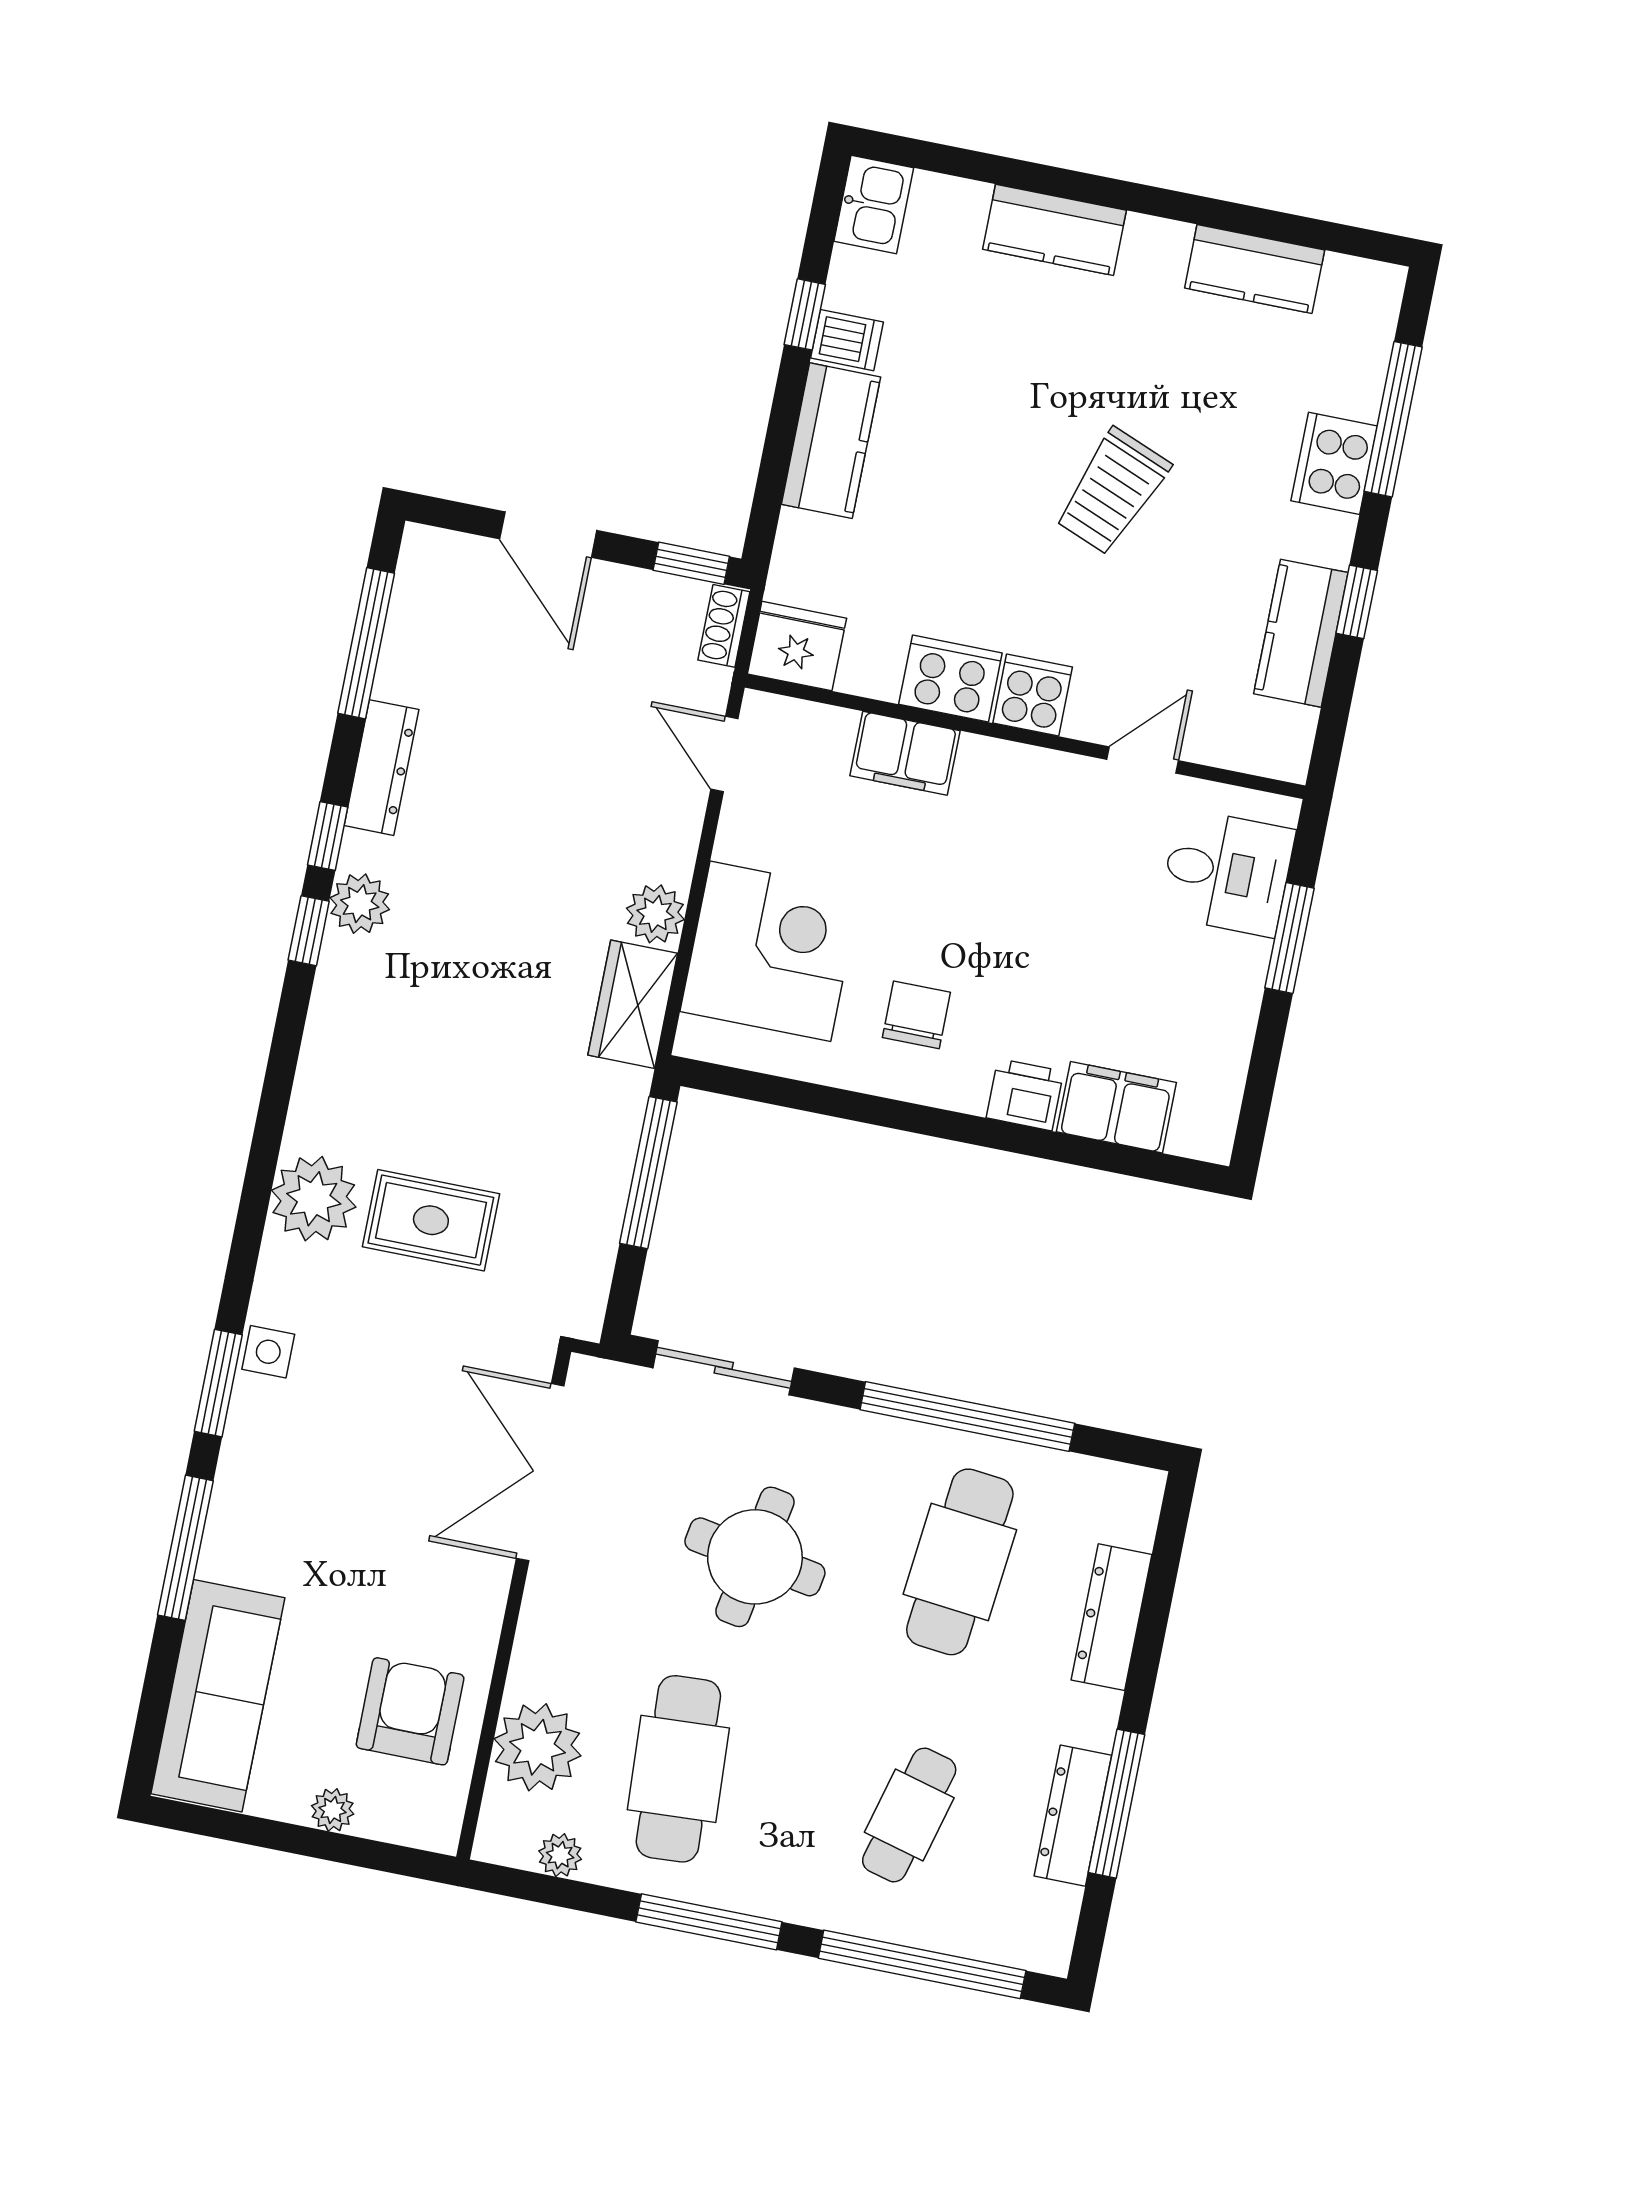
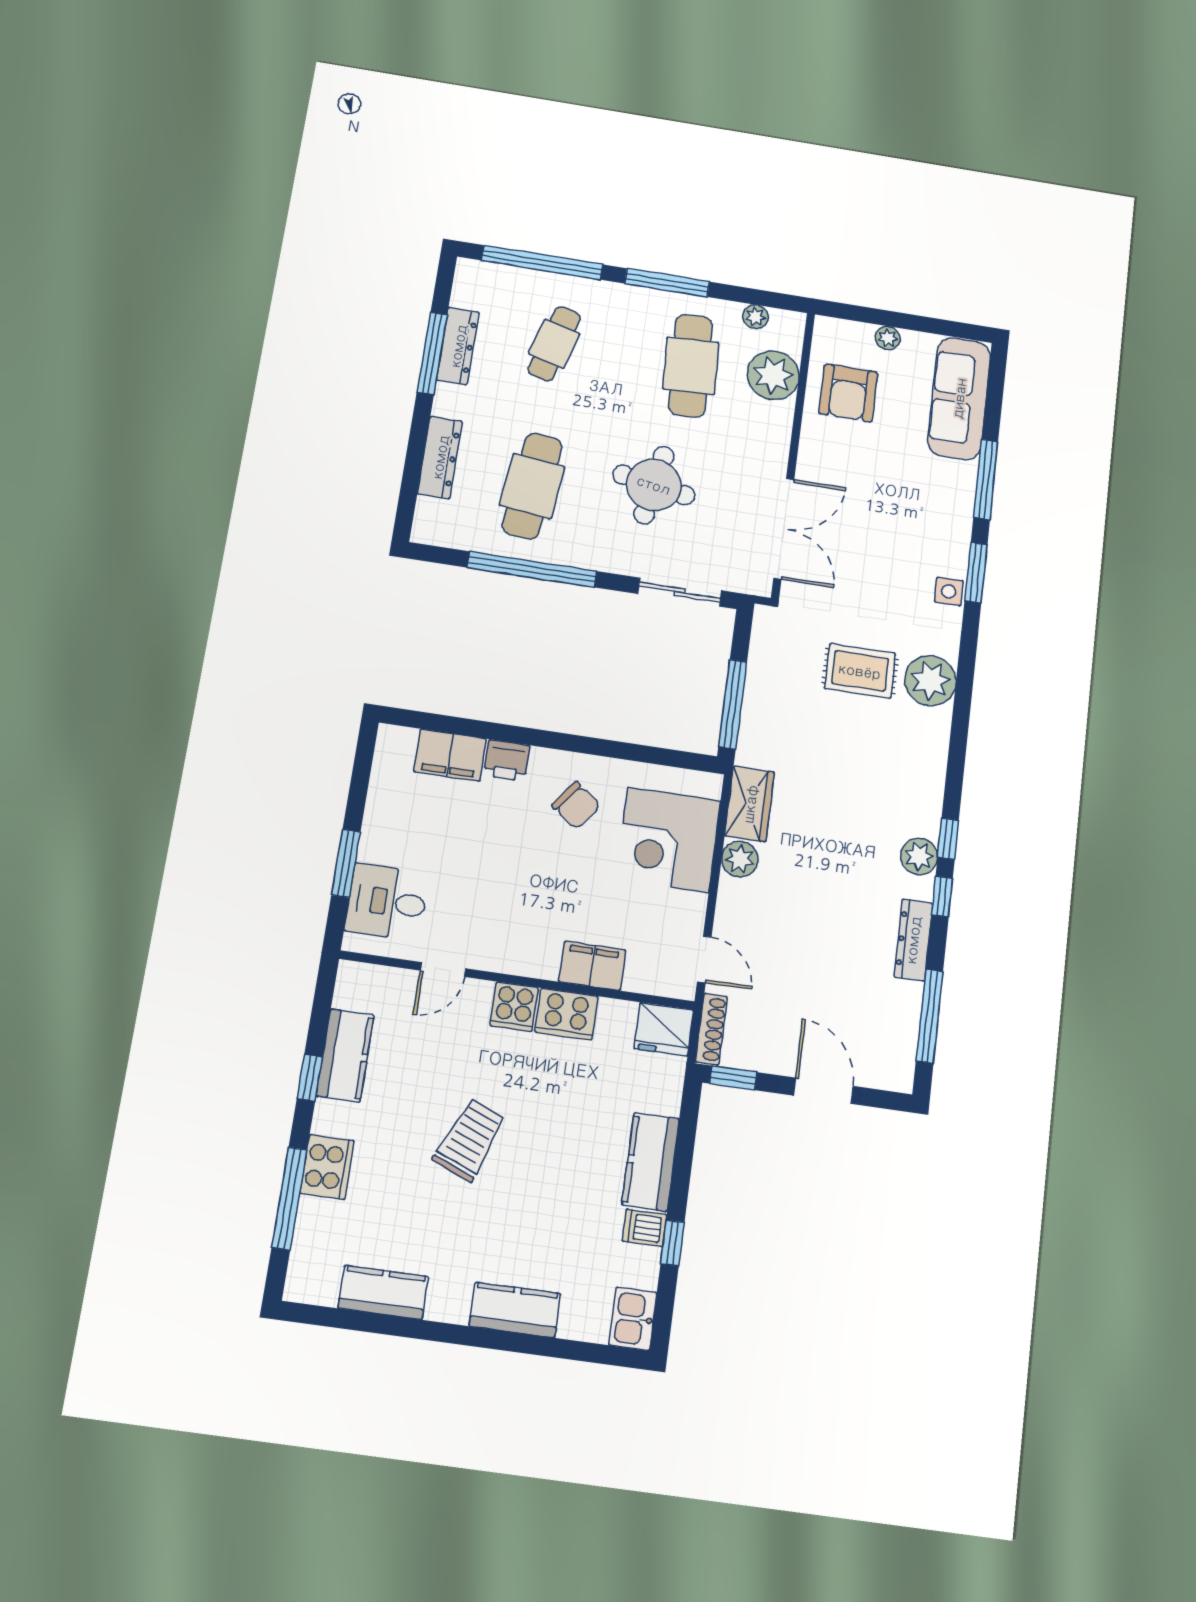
shoe rack: (724, 626) -> (711, 1029), width x1.43
chair: (916, 1015) -> (576, 805), turned -53

